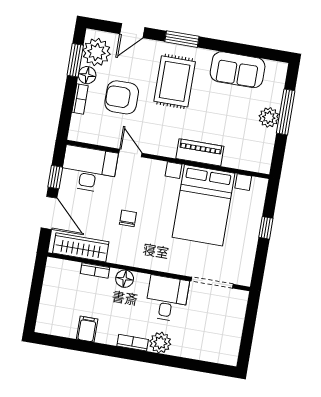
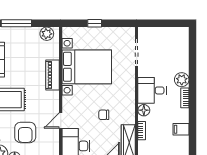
plant: (269, 117) -> (47, 34), moved
desk: (167, 298) -> (152, 90), moved

